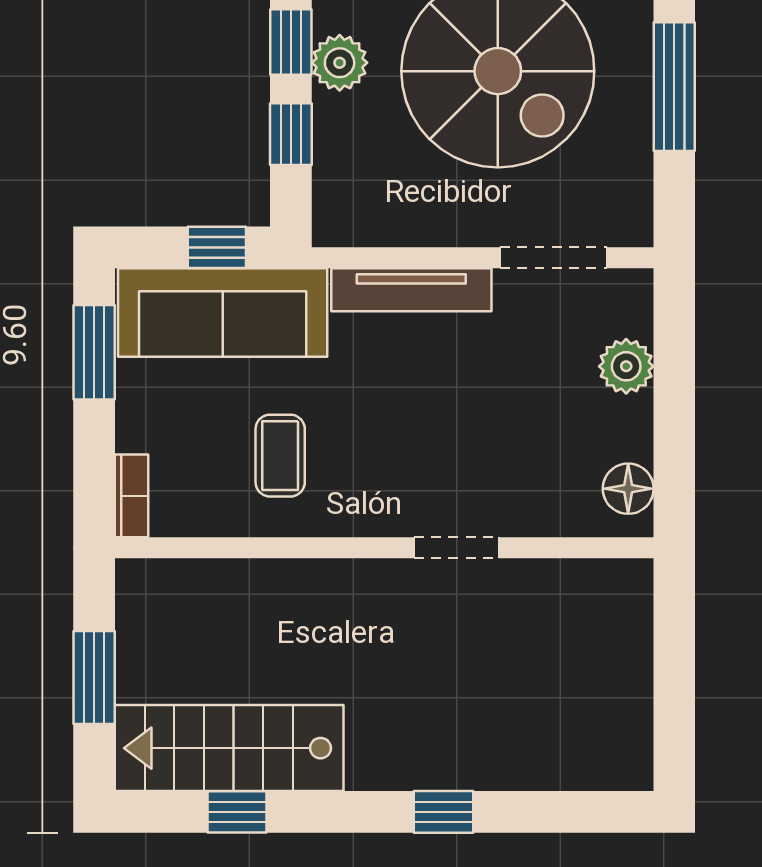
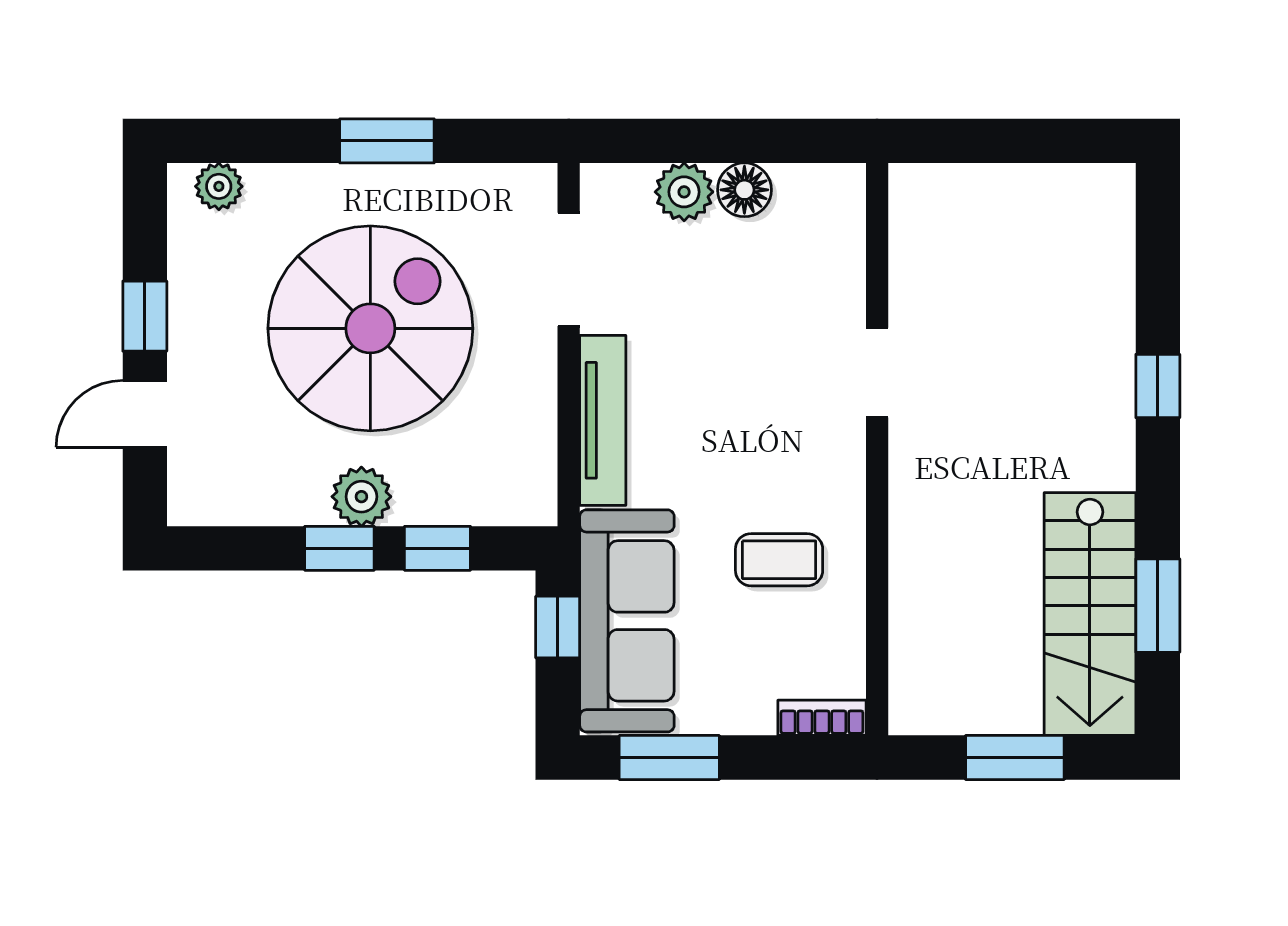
window: (674, 87) -> (387, 141), width x0.69
floor lamp: (628, 489) -> (744, 190), moved
window: (237, 812) -> (1158, 606), width x1.50

